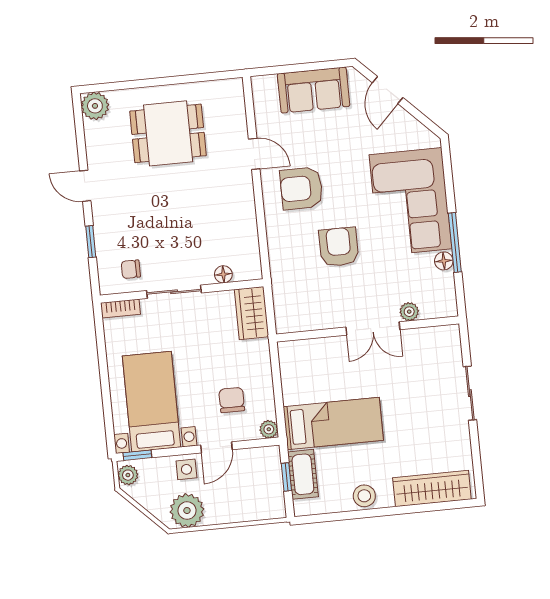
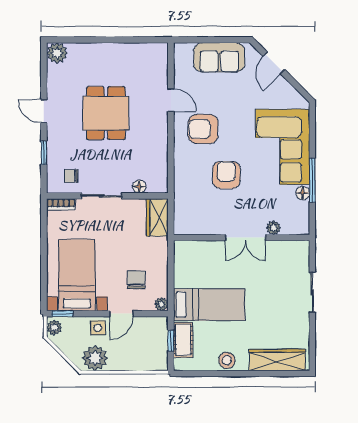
dining table: (168, 133) -> (106, 113), moved, turned 90

